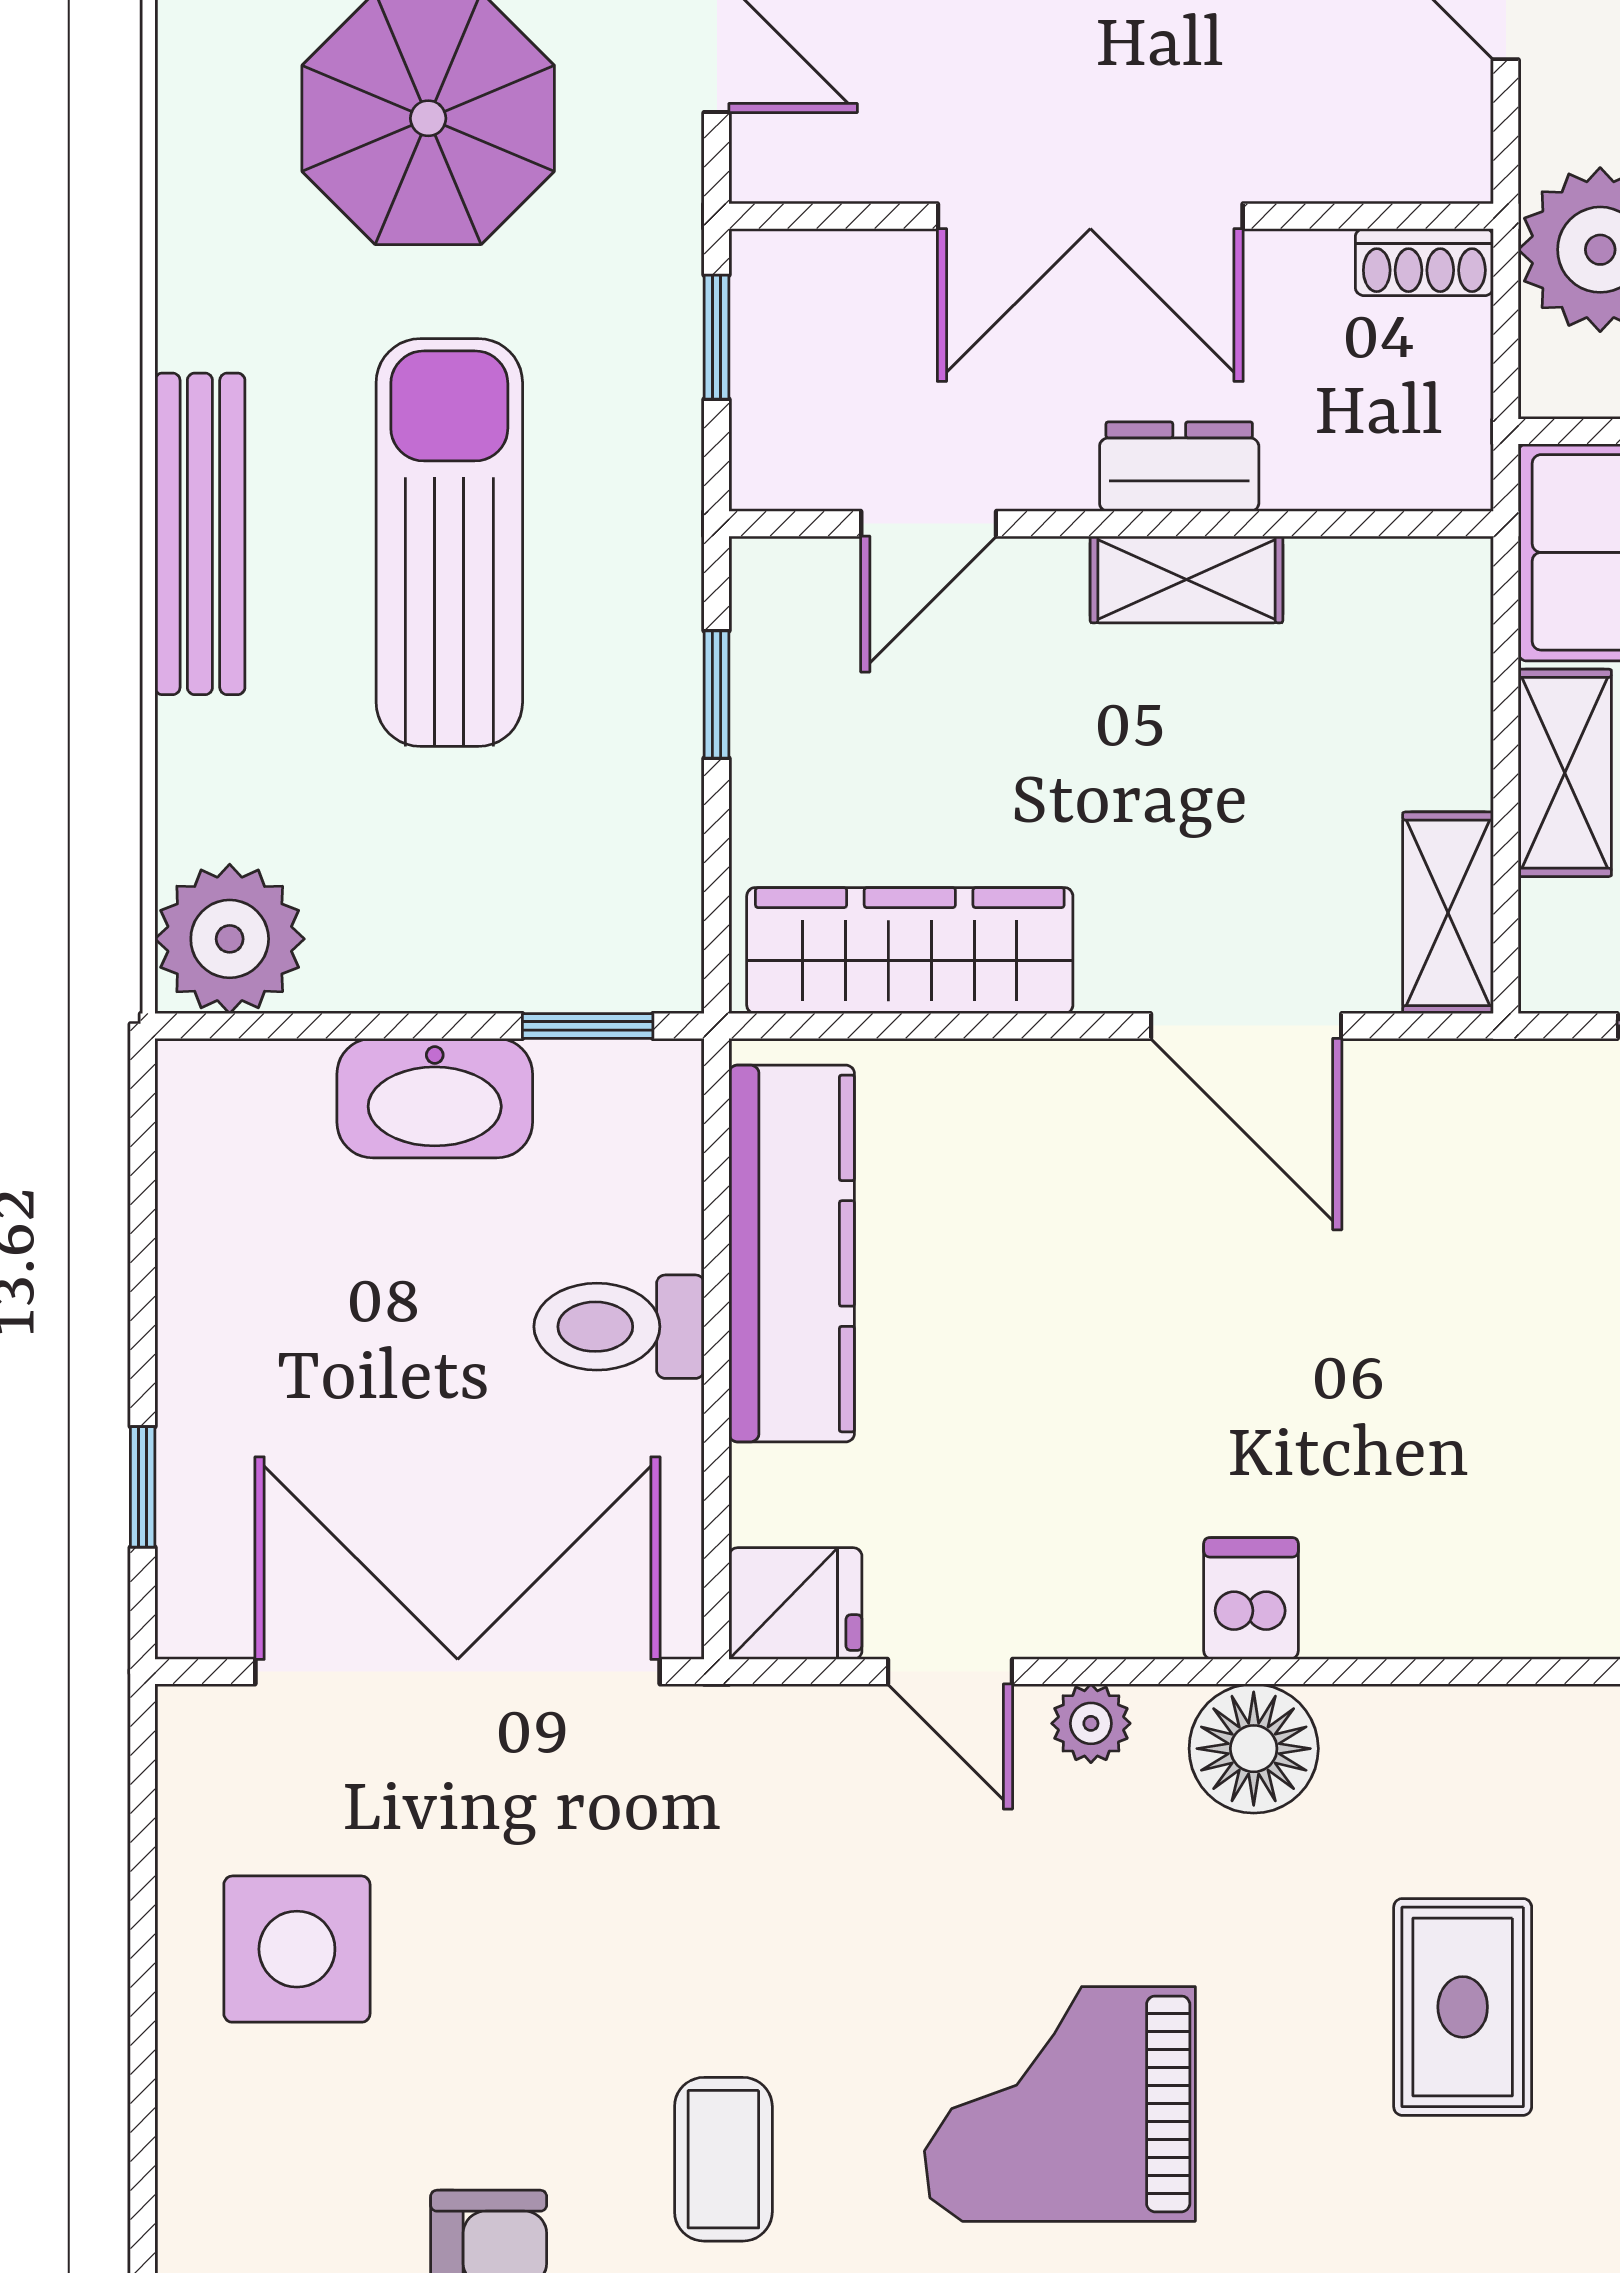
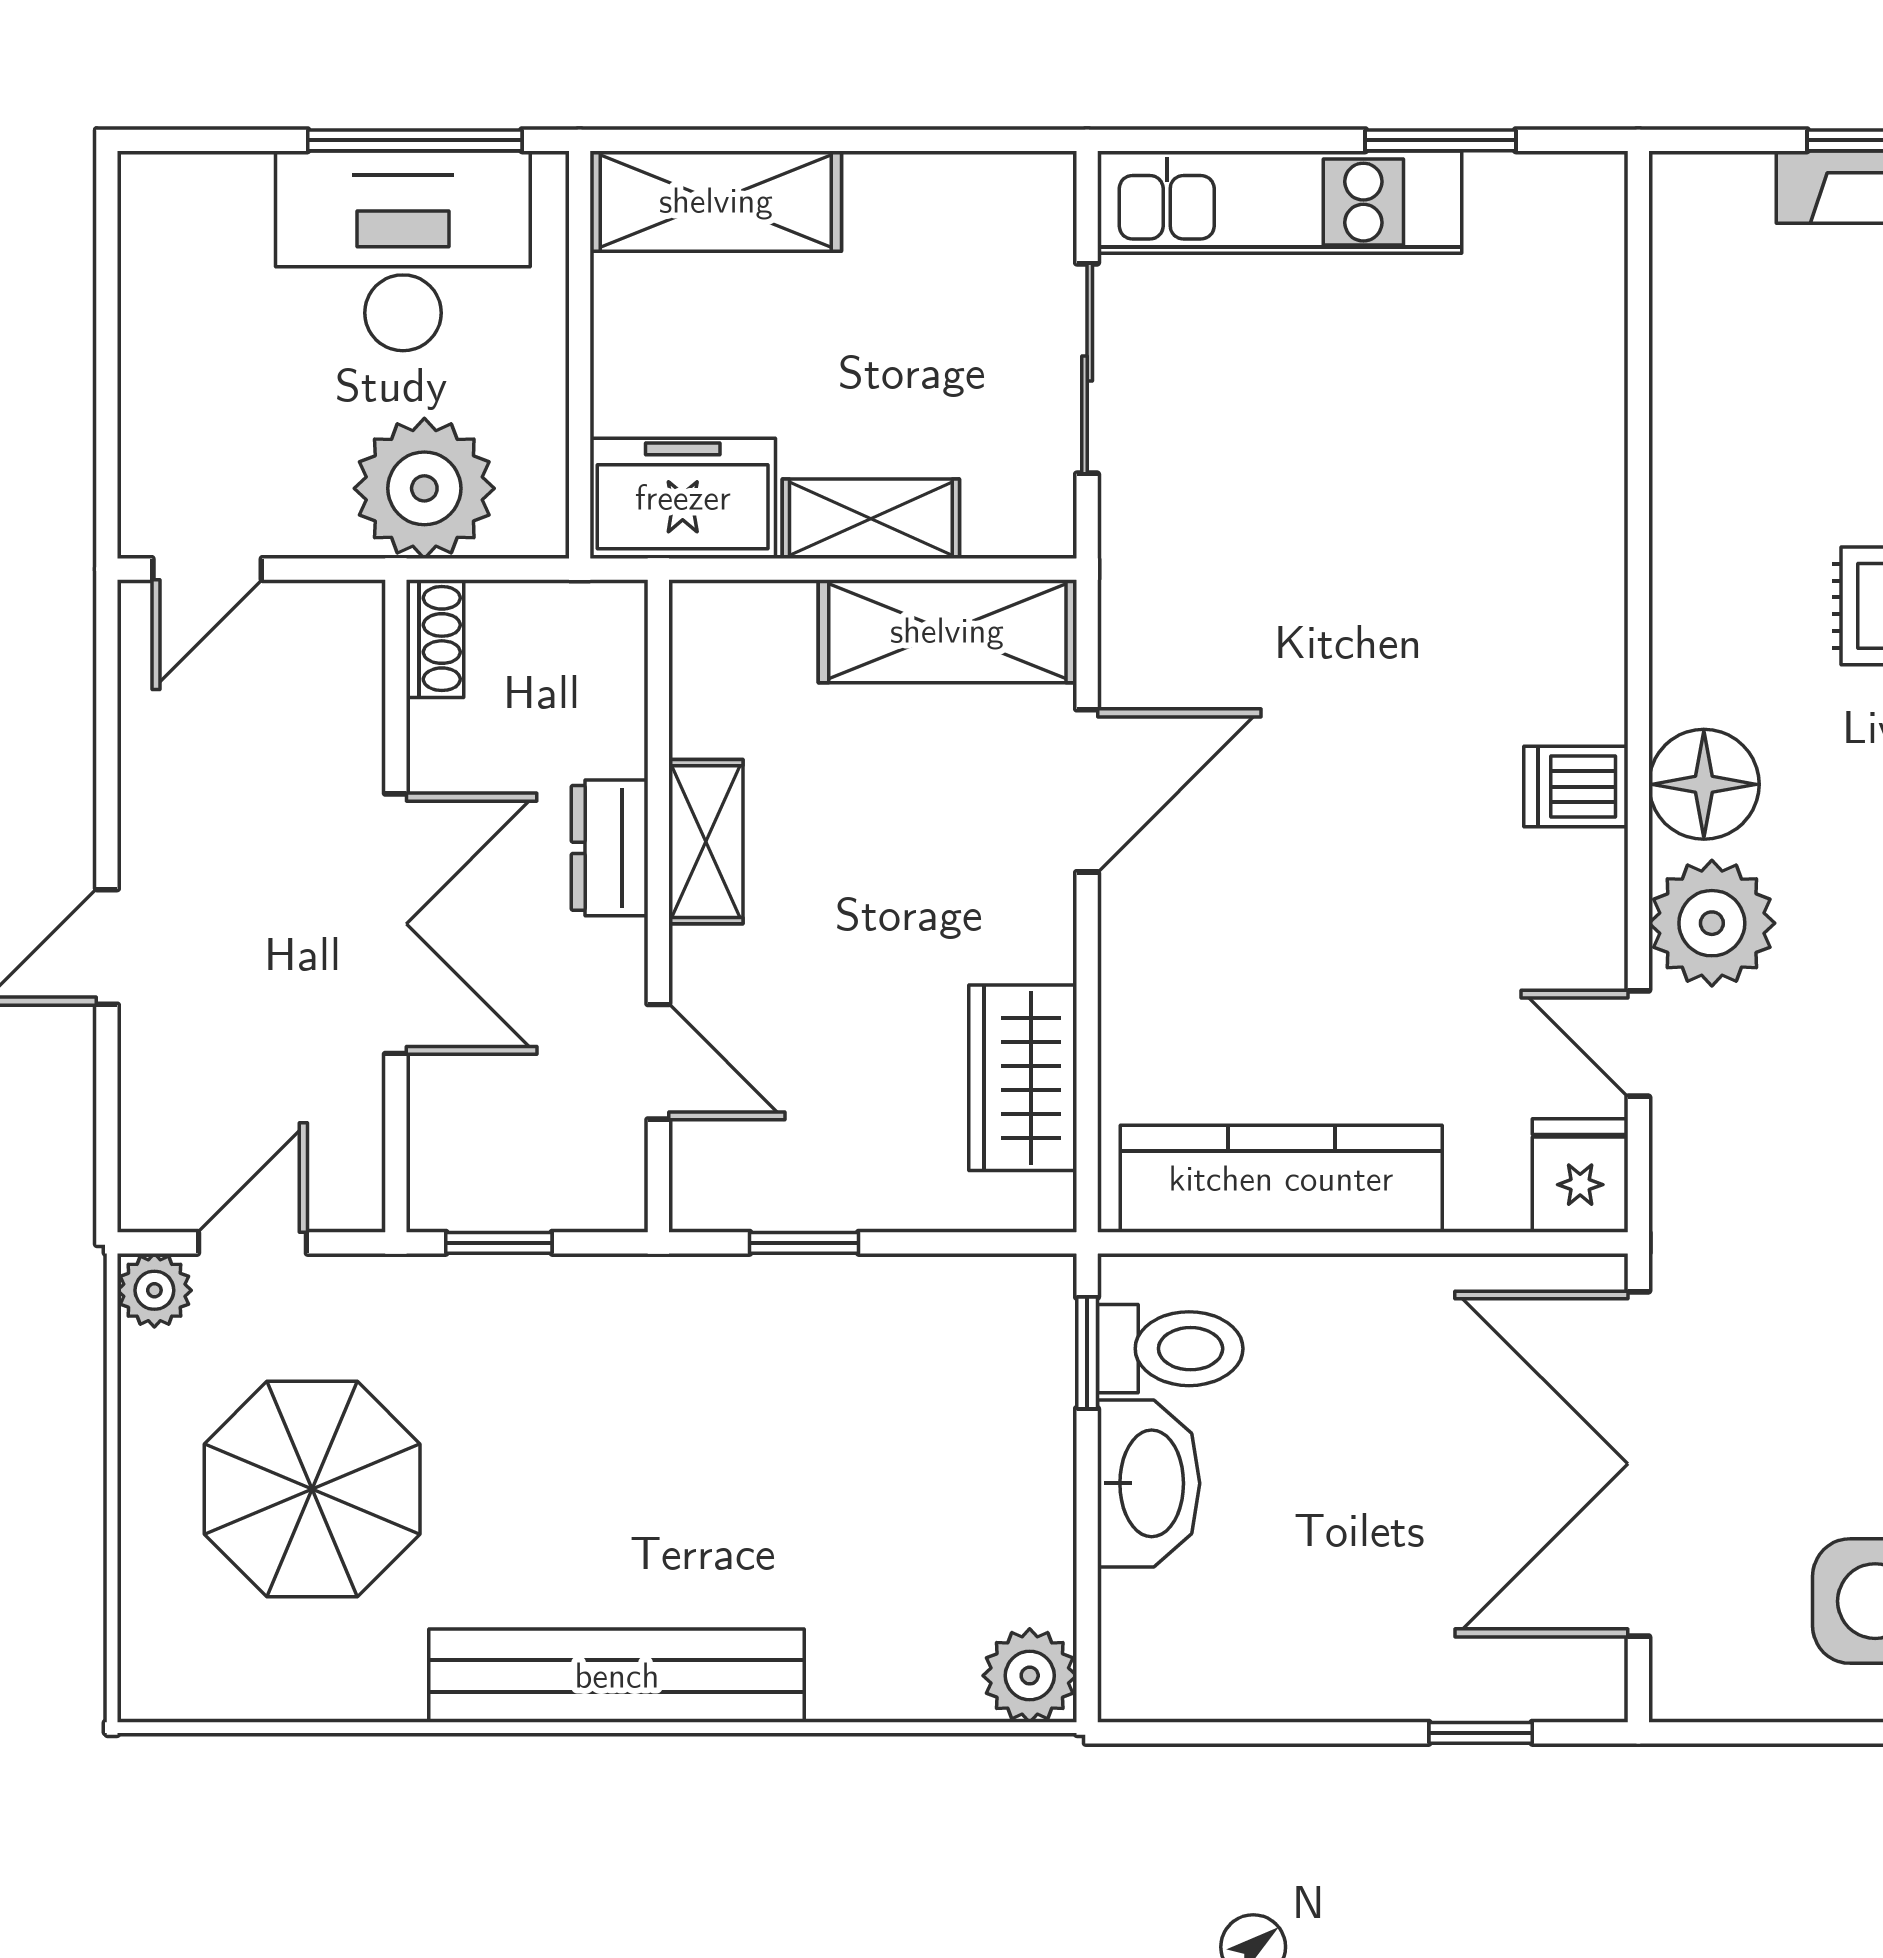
bench: (200, 534) -> (617, 1676), width x1.37, depth x1.21
sun lounger: (449, 543) -> (674, 1471), removed
shelving: (1448, 913) -> (947, 631), width x1.50, depth x1.33
plant: (230, 939) -> (1030, 1676), width x0.73, depth x0.73
wardrobe: (910, 951) -> (1023, 1078), width x0.67
toilet: (619, 1327) -> (1170, 1349), moved, turned -90
door: (950, 1672) -> (1638, 1044), swing flipped
plant: (1091, 1723) -> (1712, 923), width x1.88, depth x1.88

